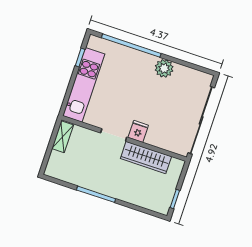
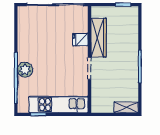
plant: (164, 68) -> (25, 70), moved
fridge: (138, 131) -> (80, 40), moved
shelving: (63, 137) -> (126, 107), moved

